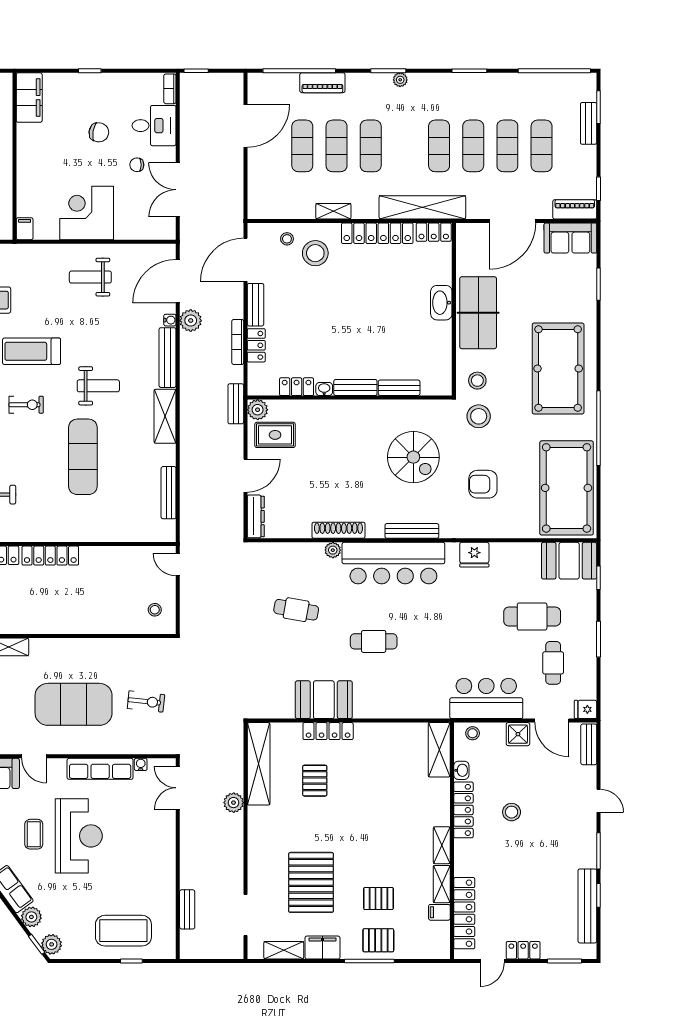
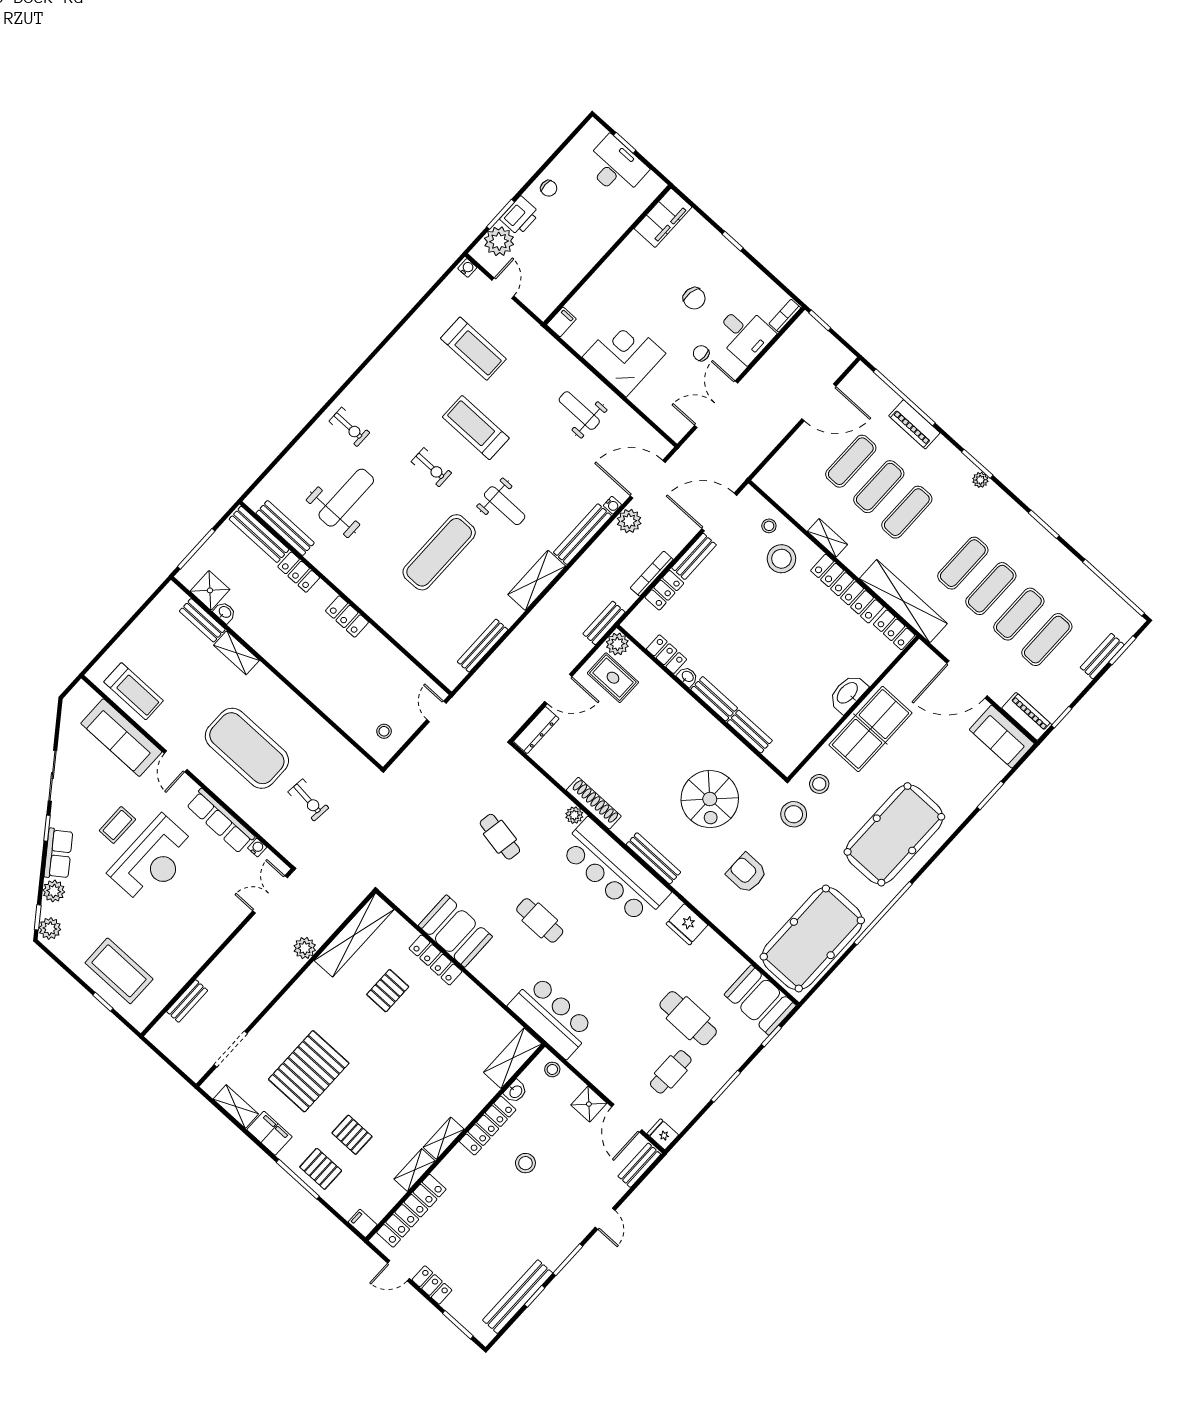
locker: (50, 556) -> (347, 616), width x0.66
bar counter: (486, 698) -> (552, 1017), moved
filing cabinet: (439, 912) -> (363, 1223), moved

